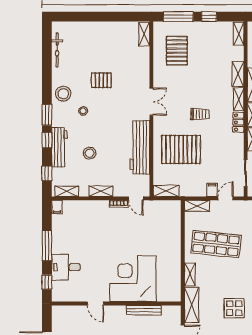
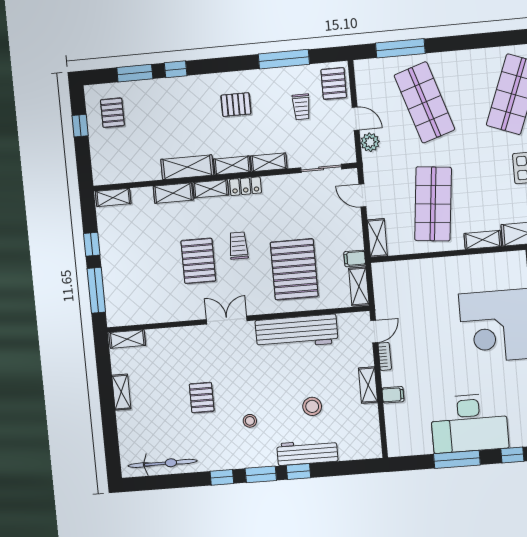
bicycle: (57, 50) -> (163, 463), width x1.37, depth x1.40
pallet: (177, 51) -> (198, 261), moved, turned 90
stool: (63, 94) -> (227, 452), removed
window: (47, 174) -> (222, 477), moved
filing cabinet: (212, 190) -> (355, 258), moved
shelving: (67, 191) -> (121, 392), moved
filing cabinet: (57, 207) -> (393, 395), moved
desk: (66, 267) -> (469, 423), width x1.87, depth x1.30

